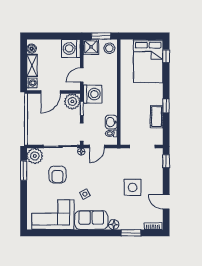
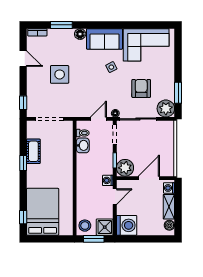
washing machine: (93, 94) -> (108, 180), width x0.53, depth x0.53

